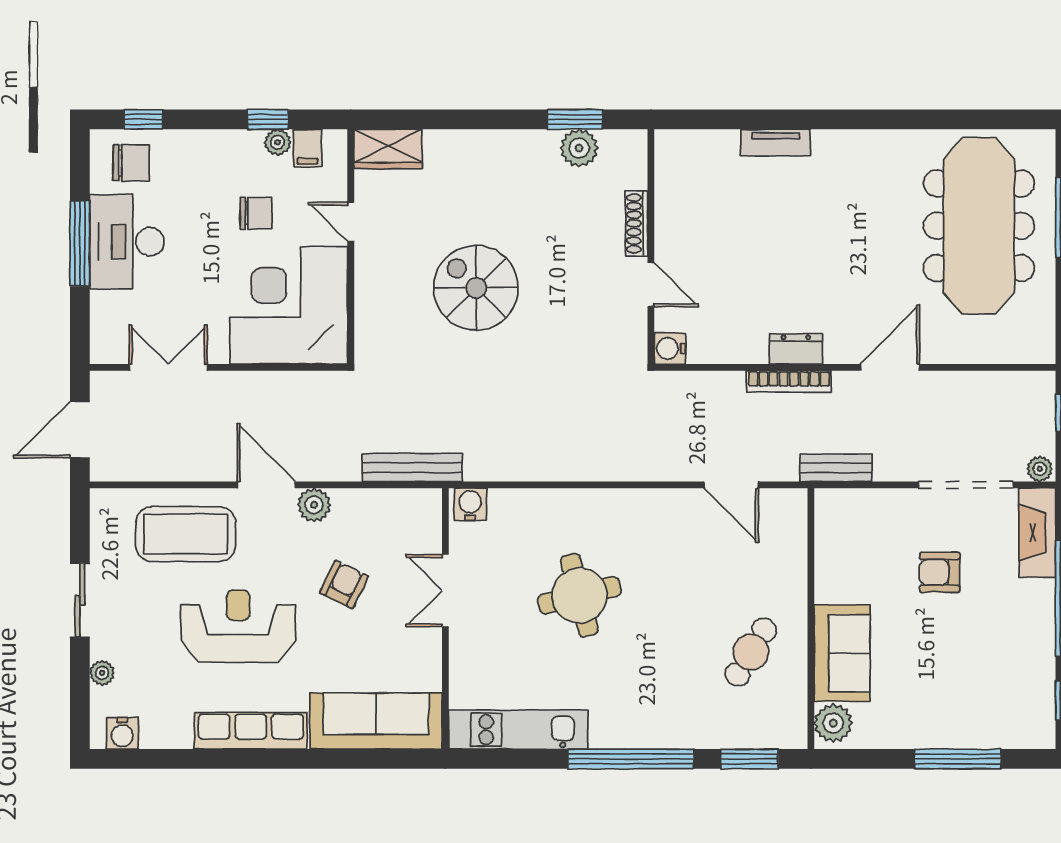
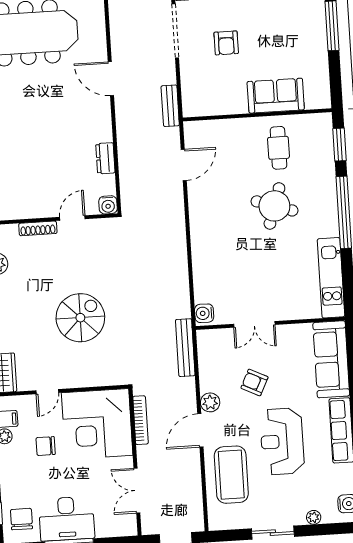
chair: (256, 213) -> (46, 446), turned -90
spiral stairs: (476, 288) -> (80, 318), turned 180
dresser: (796, 349) -> (105, 158), moved
bookcase: (789, 381) -> (141, 420), moved
round table: (579, 595) -> (274, 206), moved, turned 32
cafe table: (751, 652) -> (278, 148), turned 59
plant: (833, 723) -> (316, 98), removed

